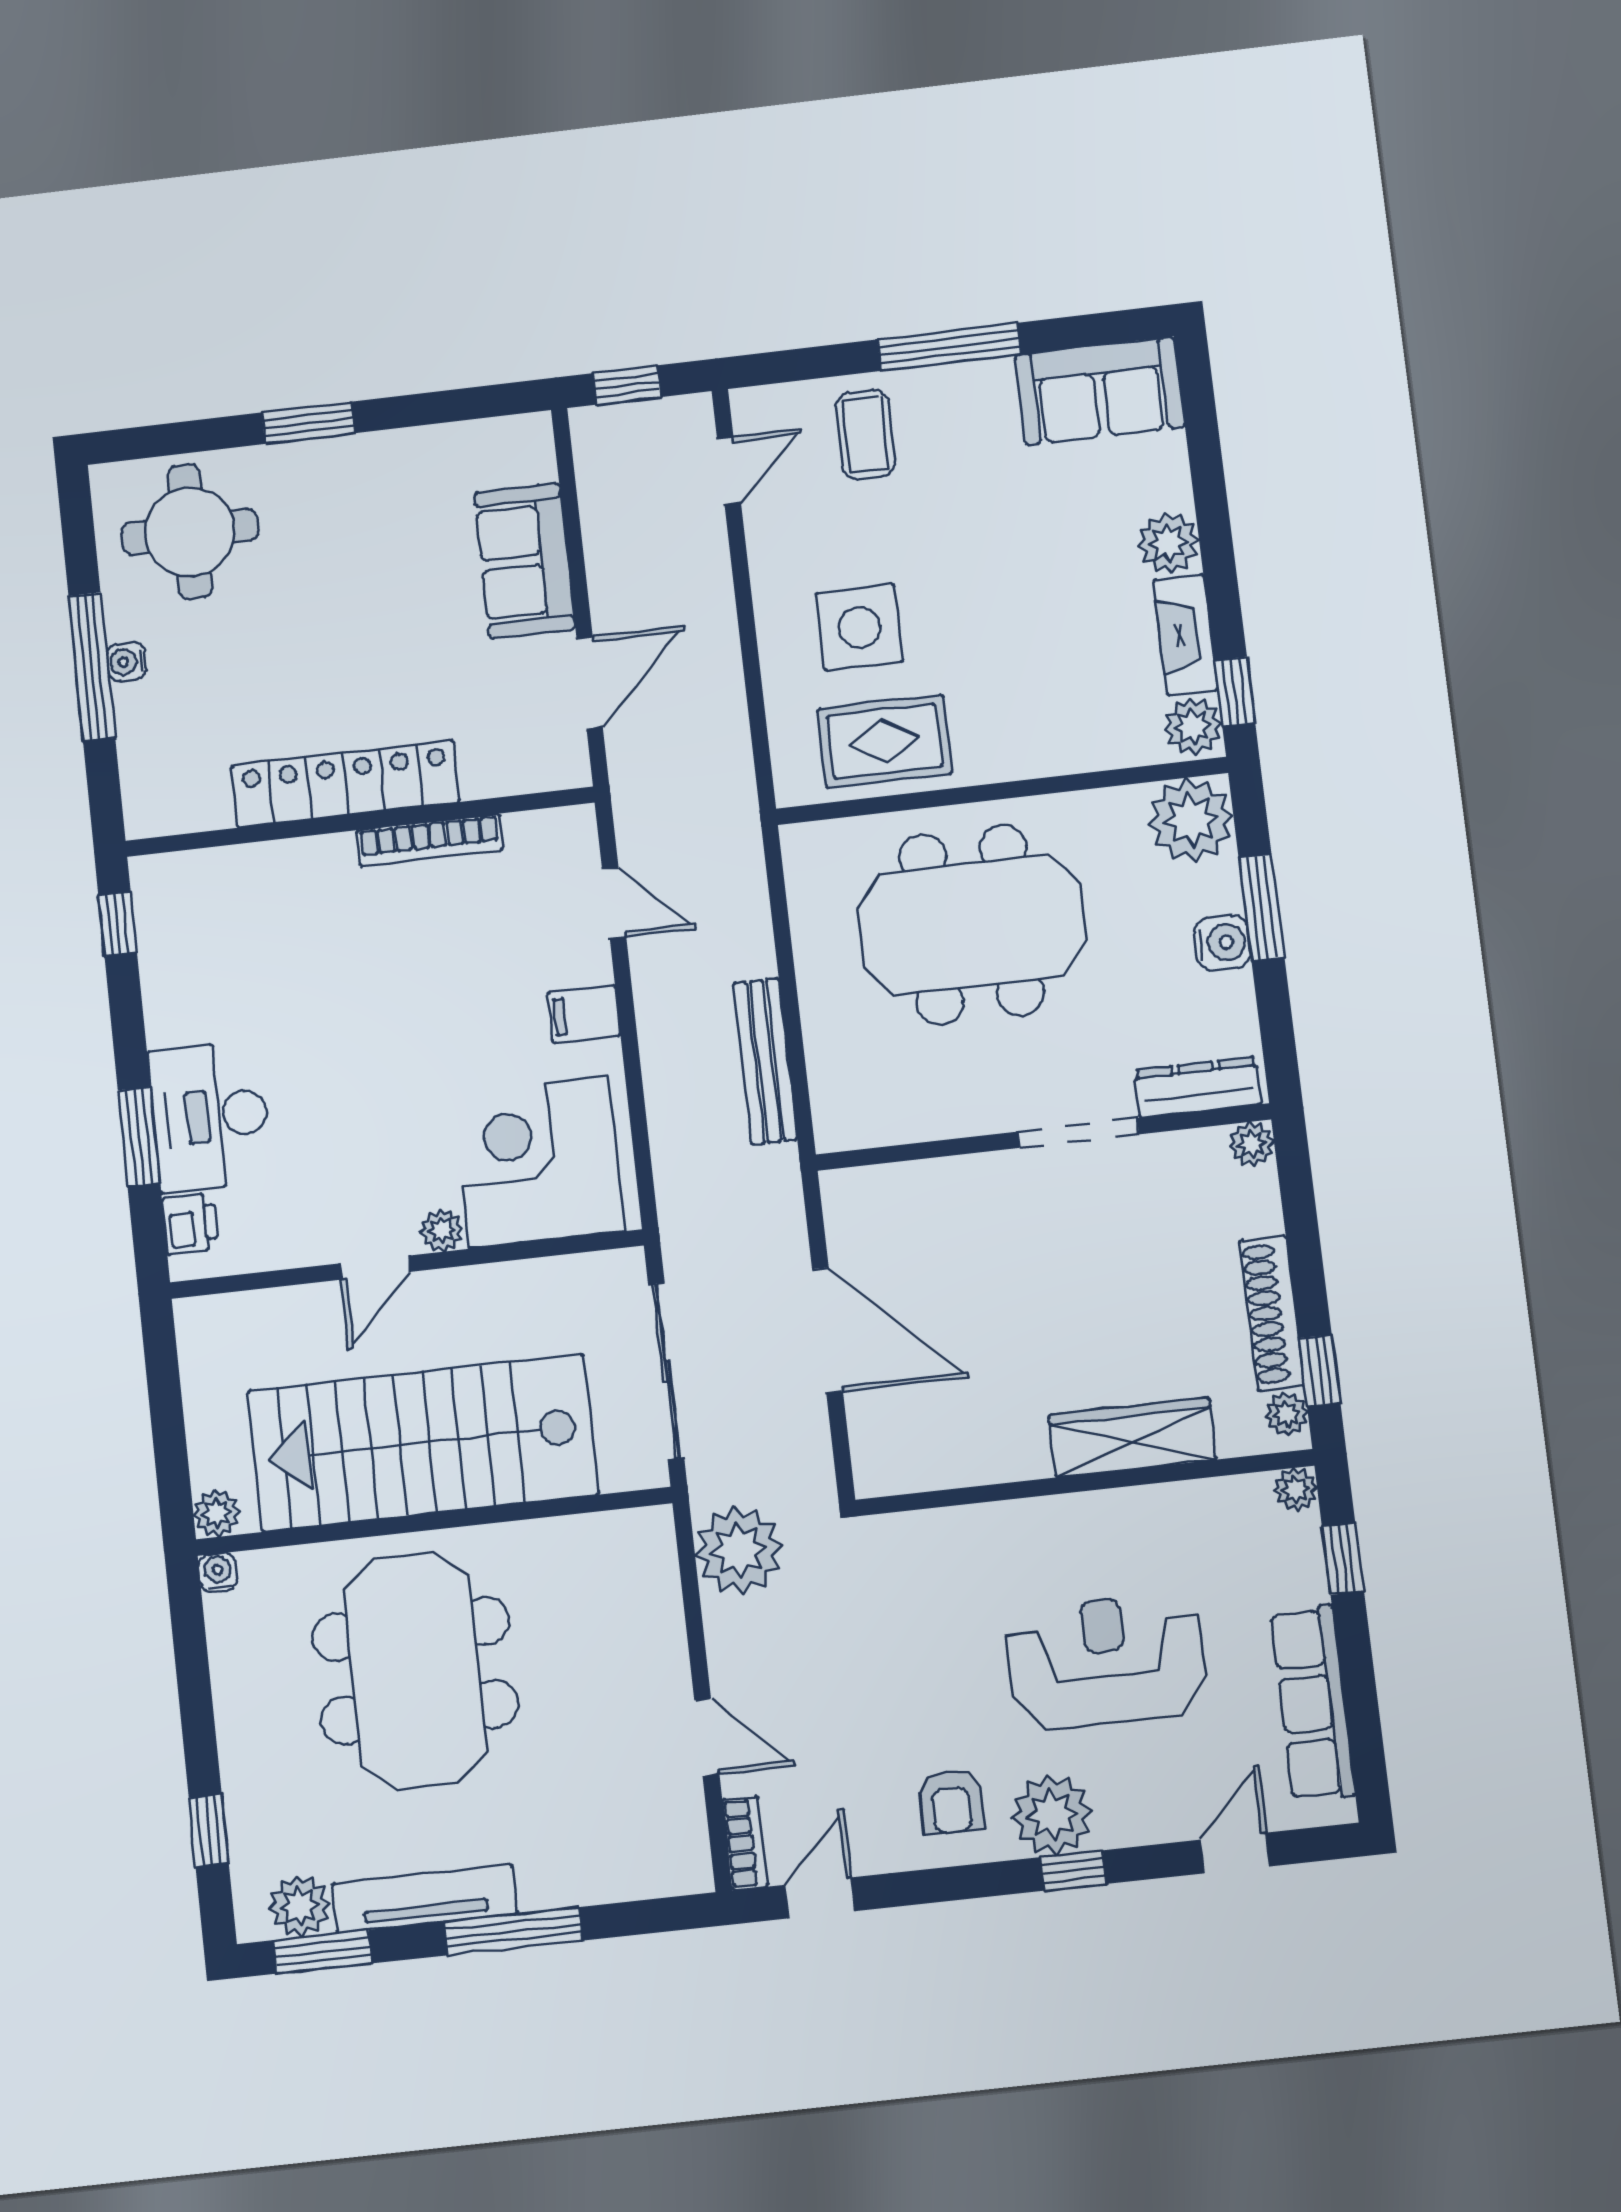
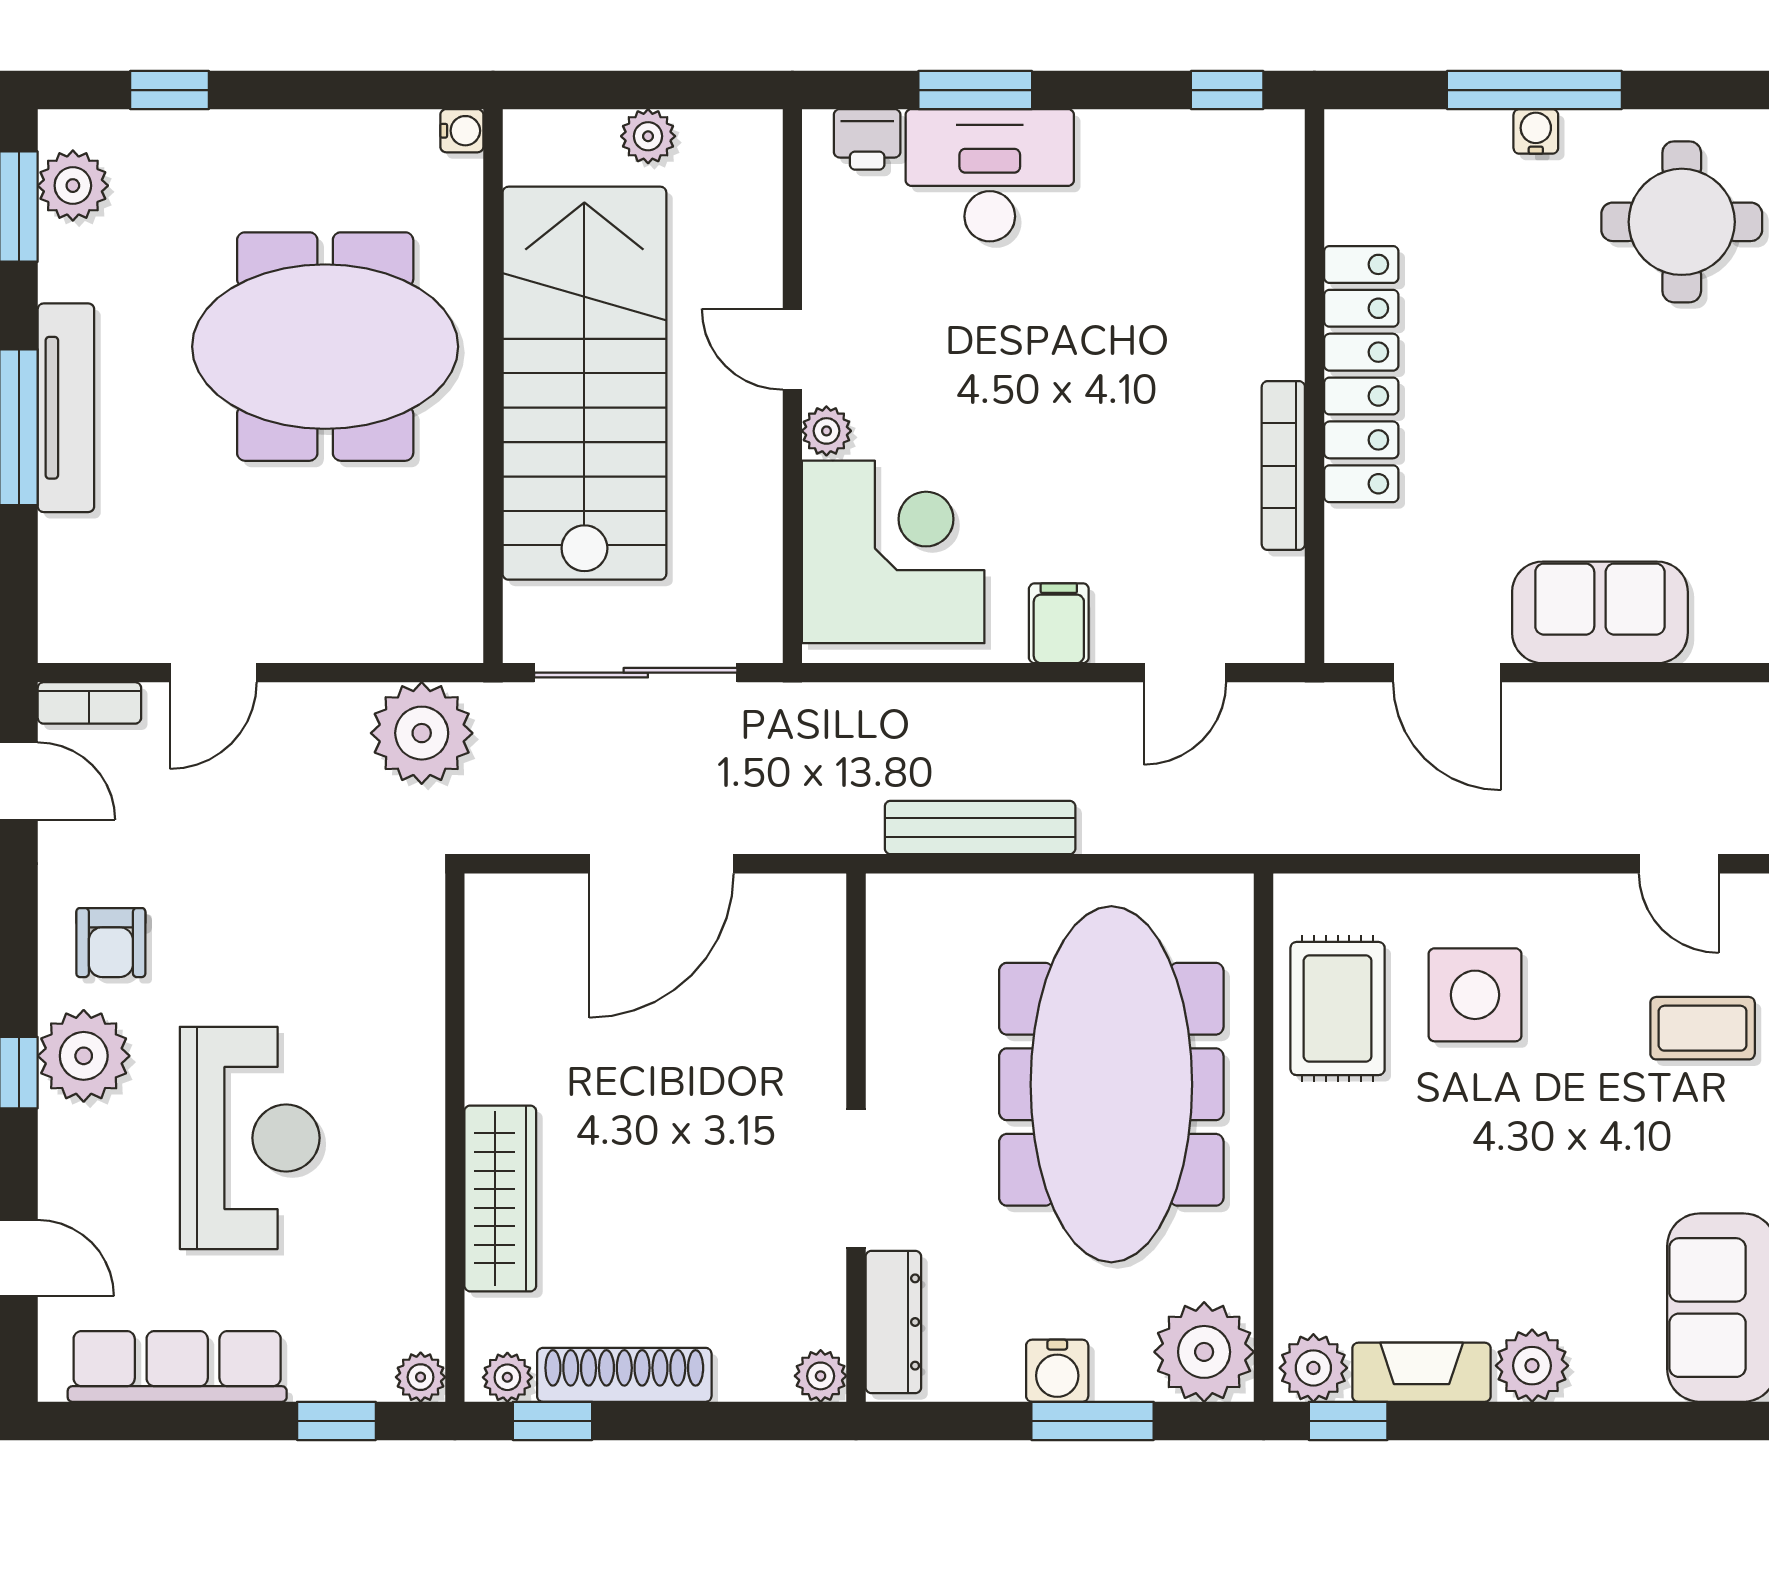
meeting table: (972, 925) -> (1111, 1084), width x1.36
plant: (217, 1513) -> (648, 136), moved
armchair: (951, 1802) -> (111, 943), turned -90
tv unit: (425, 1899) -> (66, 408), moved

